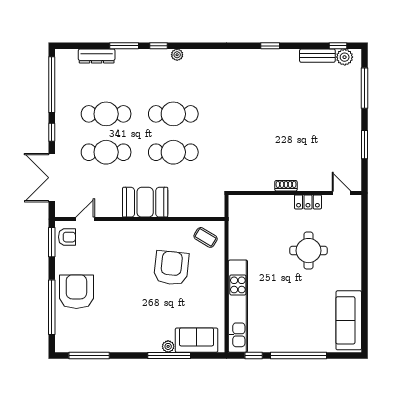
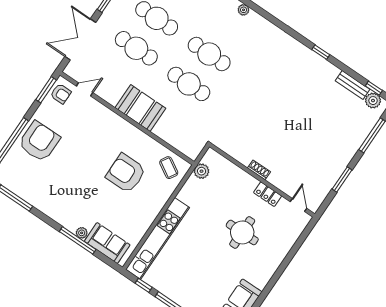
plant: (236, 221) -> (202, 171), added
armchair: (171, 268) -> (126, 173), turned -96

